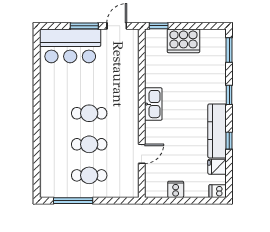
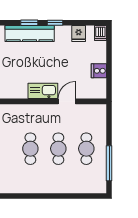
window: (229, 95) -> (29, 23), moved
kitchen sink: (153, 104) -> (43, 91), moved
kitchen counter: (217, 131) -> (30, 34), moved
door: (142, 154) -> (67, 101), hinge flipped

